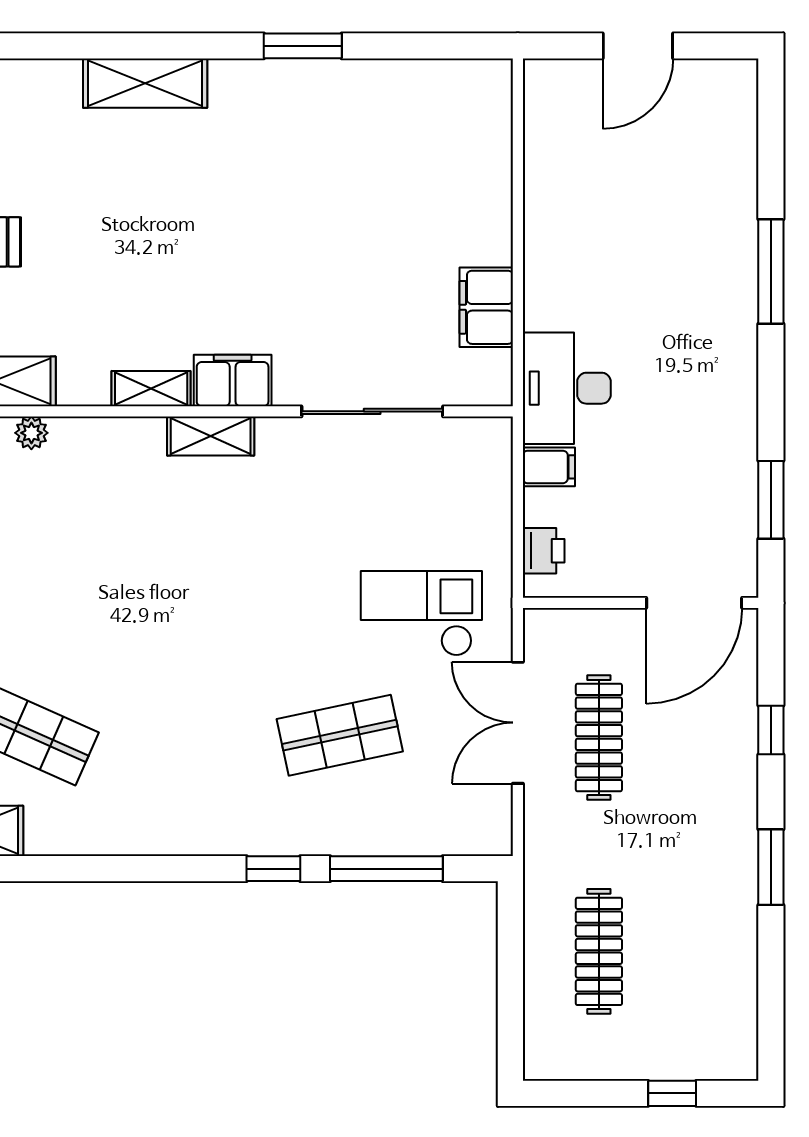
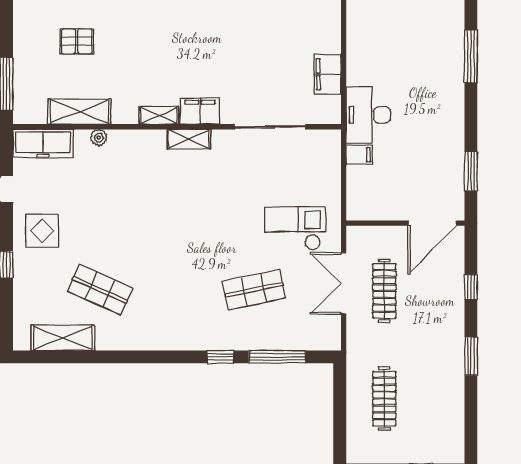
printer: (544, 551) -> (357, 197), removed

